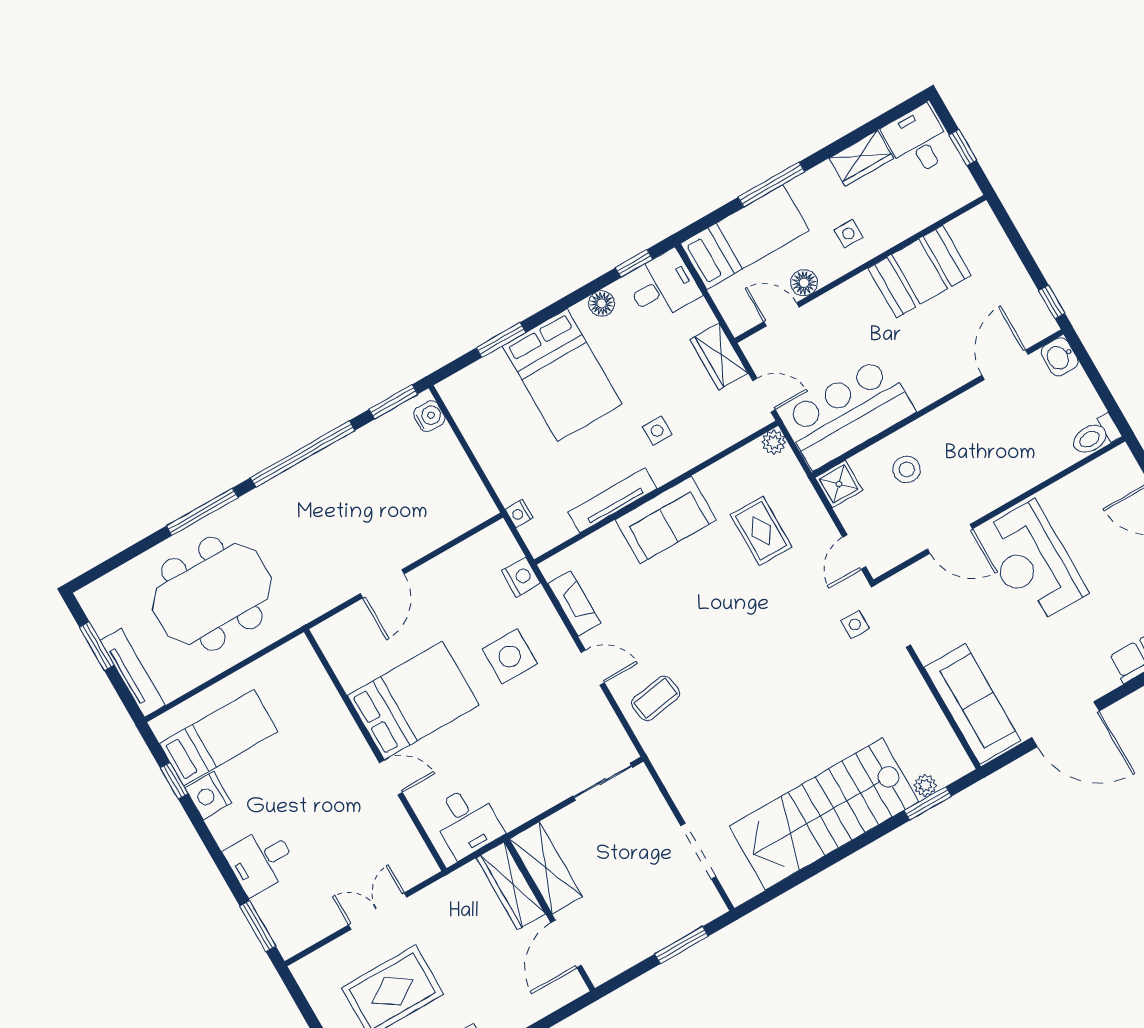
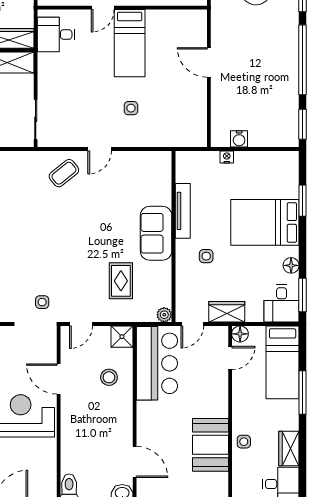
side table: (848, 234) -> (244, 442), moved
window: (634, 263) -> (303, 295), width x1.50
floor lamp: (804, 283) -> (240, 334), moved
water cooler: (429, 416) -> (239, 139), moved
nightstand: (519, 514) -> (227, 157), moved
rug: (761, 531) -> (121, 281), turned 90
door: (950, 539) -> (59, 379), hinge flipped
door: (854, 552) -> (81, 324), swing flipped
nightstand: (521, 577) -> (170, 139), removed
fireplace: (574, 603) -> (139, 159), removed
side table: (510, 656) -> (131, 108), width x0.54, depth x0.54
coffee table: (656, 698) -> (64, 173), turned 60
bed: (413, 700) -> (130, 43), width x0.67

